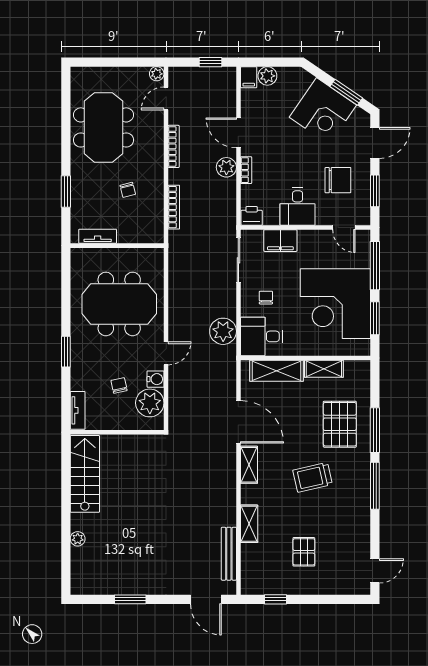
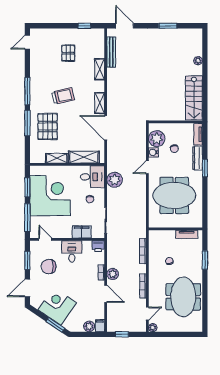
window: (346, 92) -> (55, 325), moved
dresser: (79, 369) -> (198, 158), added

